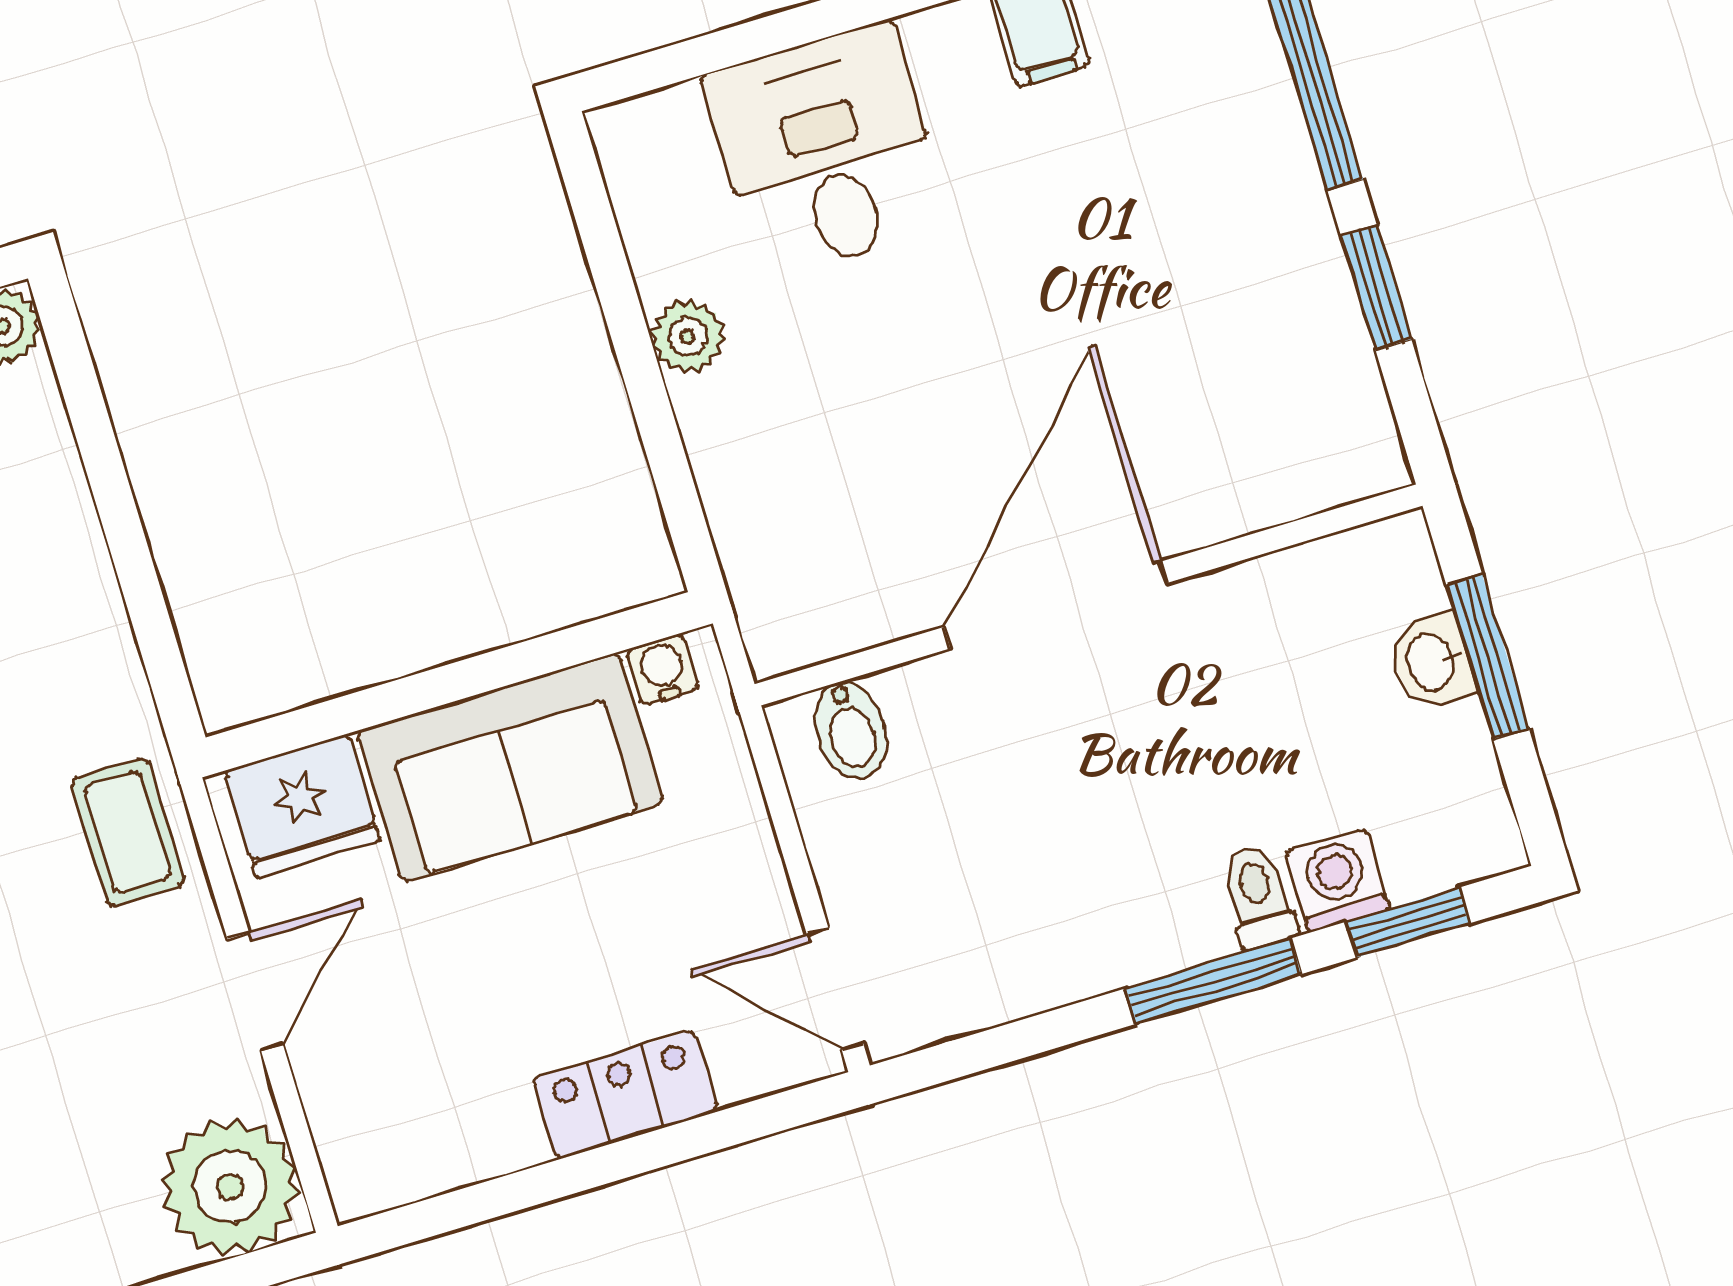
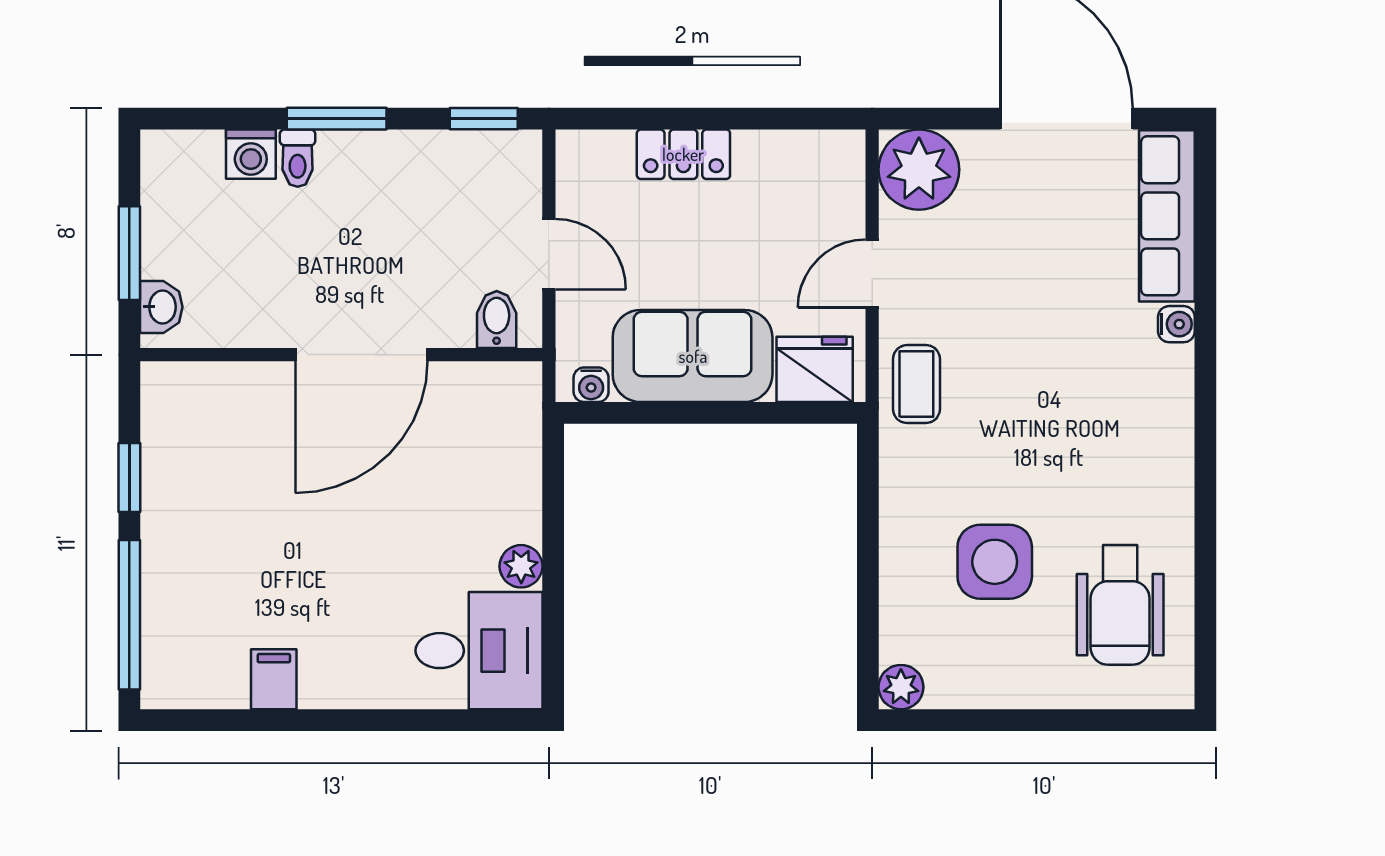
desk: (826, 151) -> (479, 651), moved, turned -90
washbasin: (1432, 661) -> (161, 307), moved
window: (1408, 922) -> (484, 119), moved
door: (835, 989) -> (549, 254), moved

